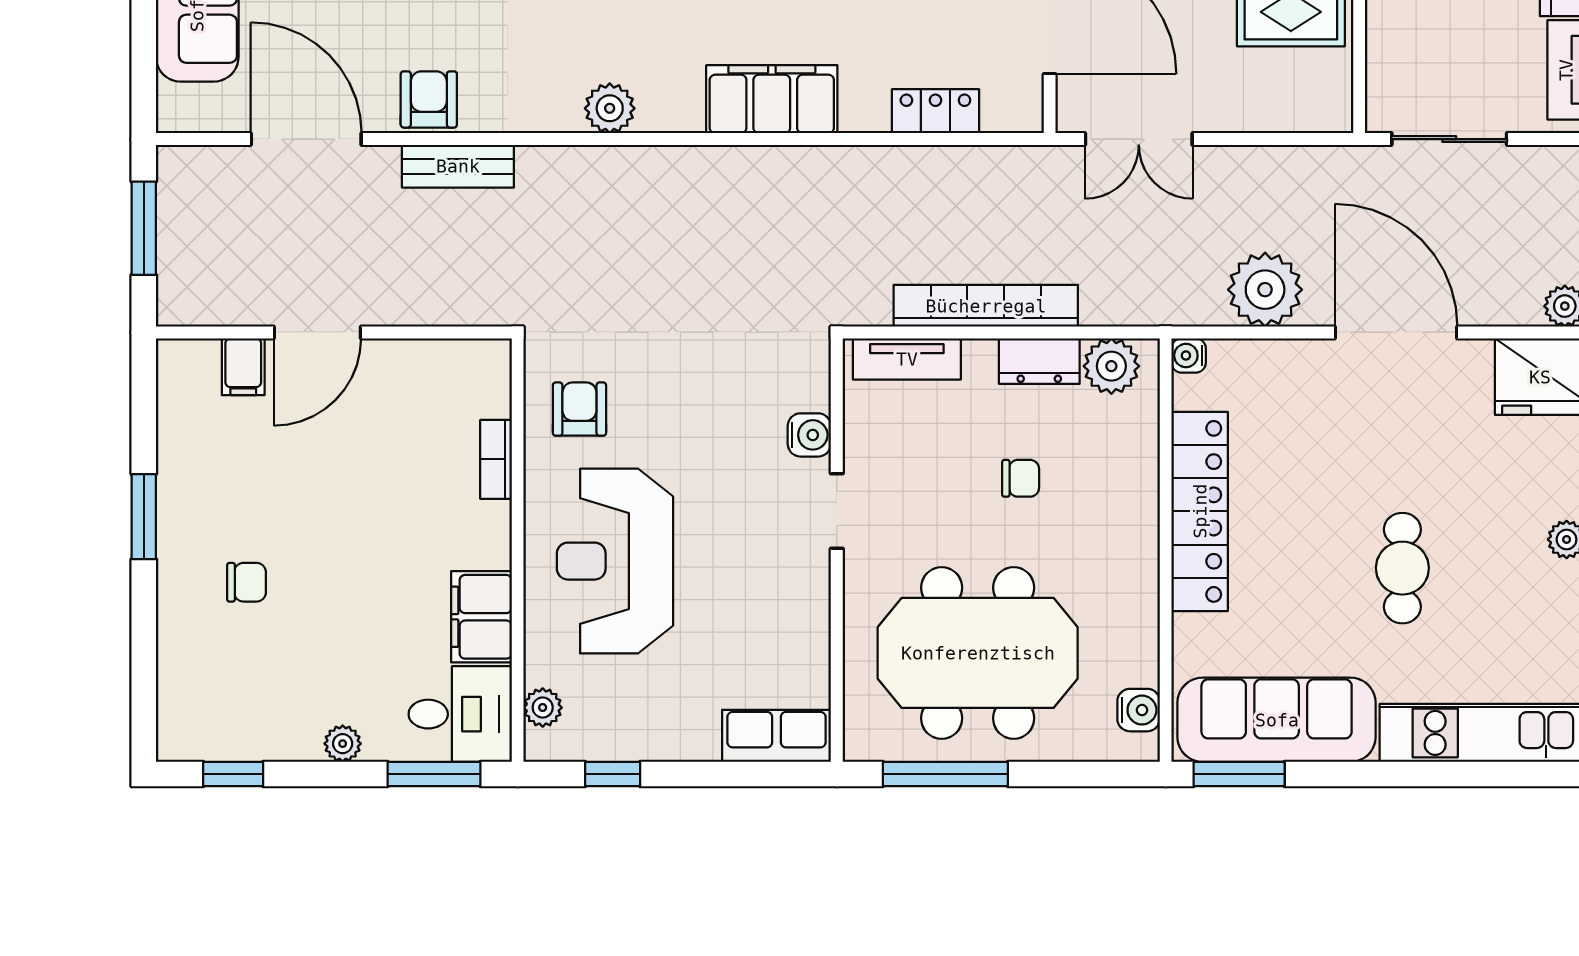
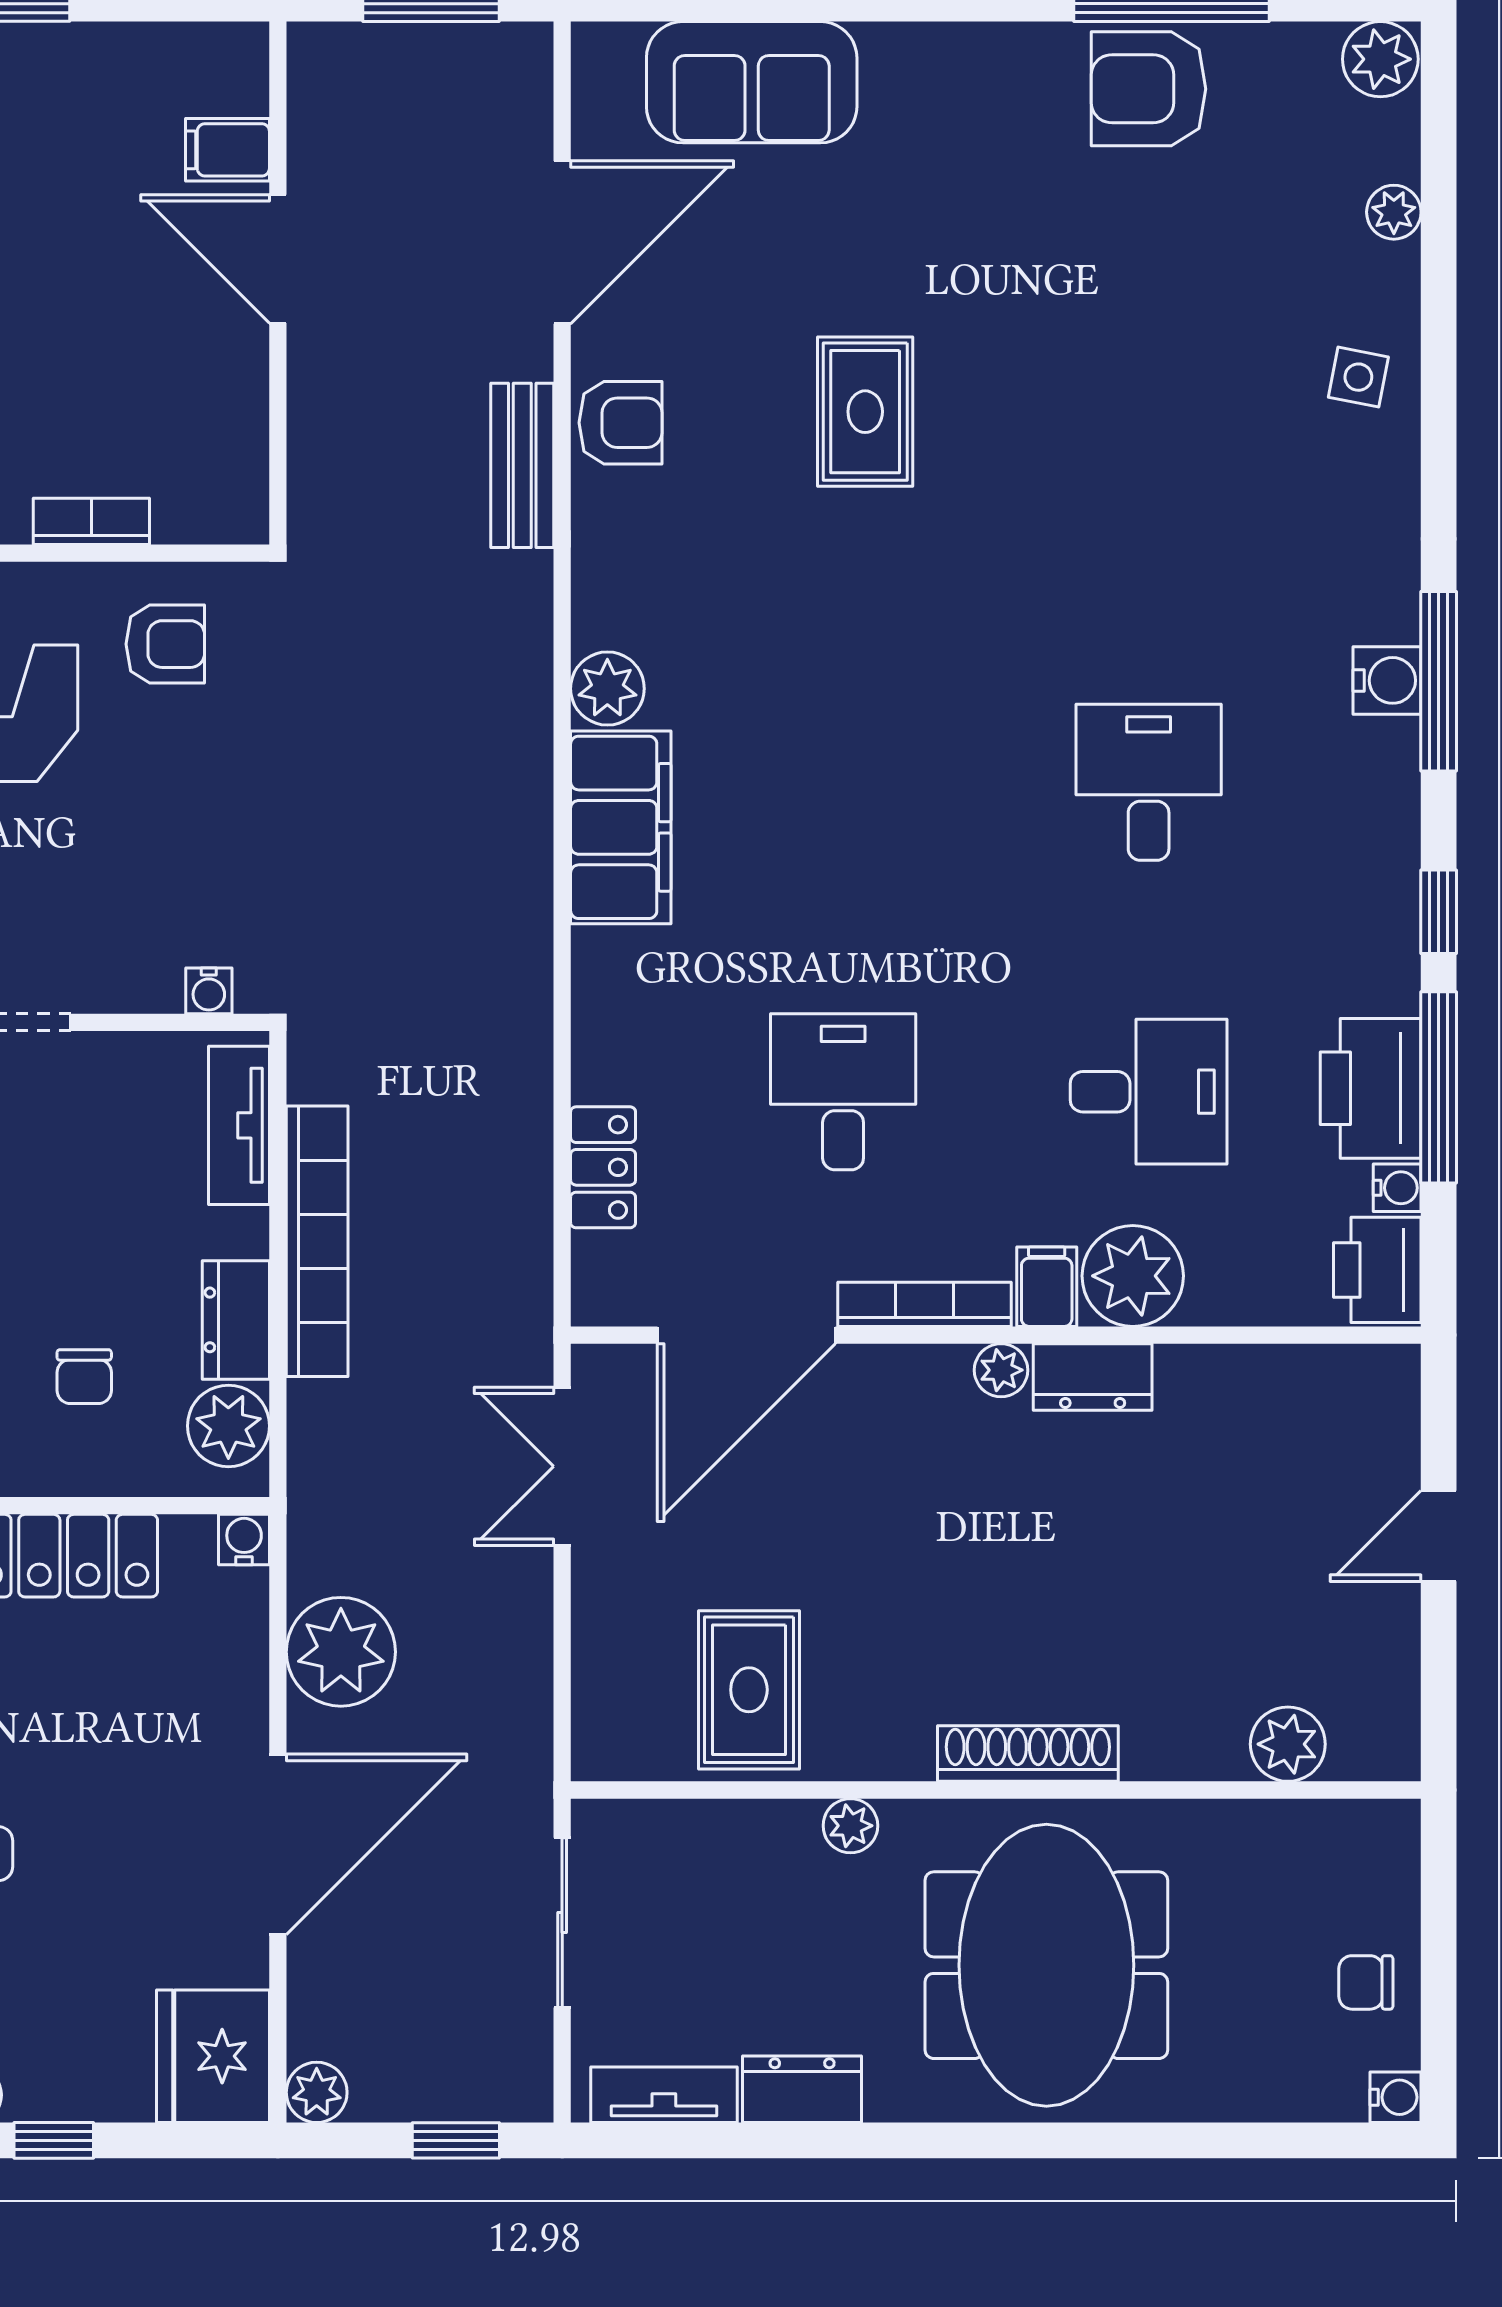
filing cabinet: (772, 99) -> (621, 827), moved
water cooler: (809, 435) -> (209, 991), moved, width x0.72, depth x0.72
chair: (1021, 478) -> (84, 1377), moved

